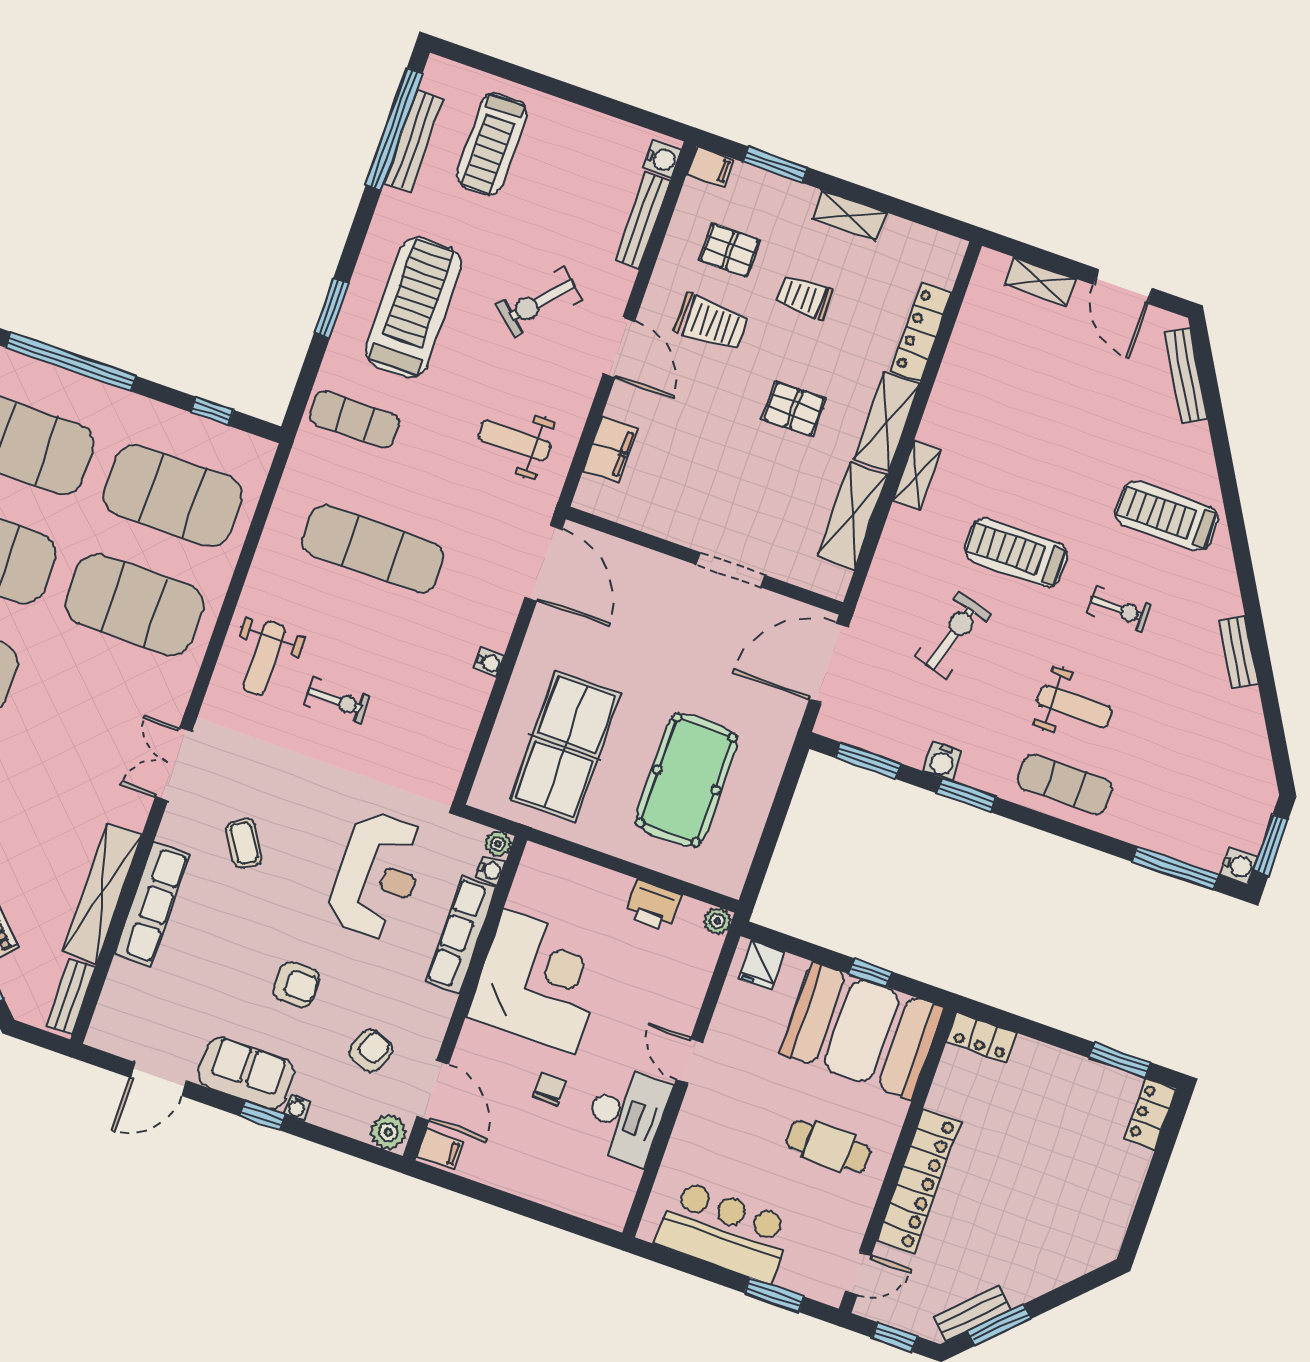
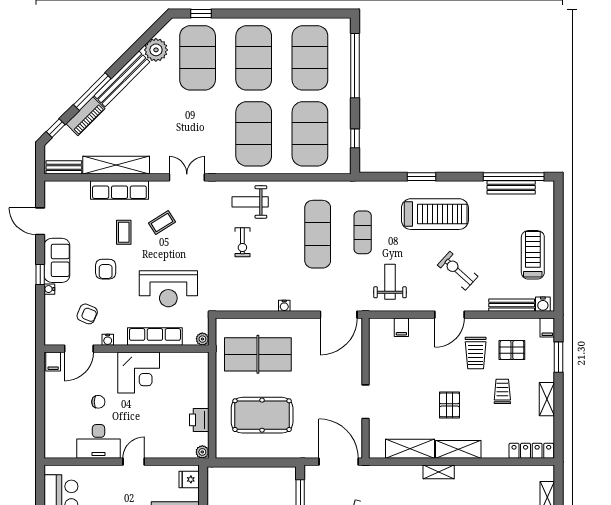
treadmill: (492, 144) -> (533, 255), moved, turned 90
pallet: (730, 250) -> (512, 350), turned 90
locker: (921, 332) -> (531, 451), moved
exercise mat: (354, 419) -> (363, 232), moved
filing cabinet: (611, 450) -> (401, 327), width x0.50
water cooler: (490, 870) -> (108, 340), moved
coffee table: (237, 924) -> (124, 232), added
corner desk: (539, 981) -> (139, 373), width x0.74, depth x0.74
plant: (388, 1132) -> (53, 335), removed

